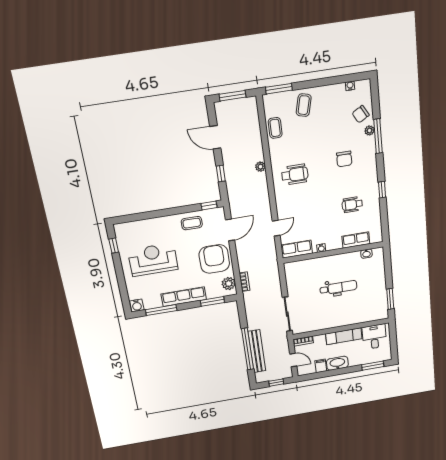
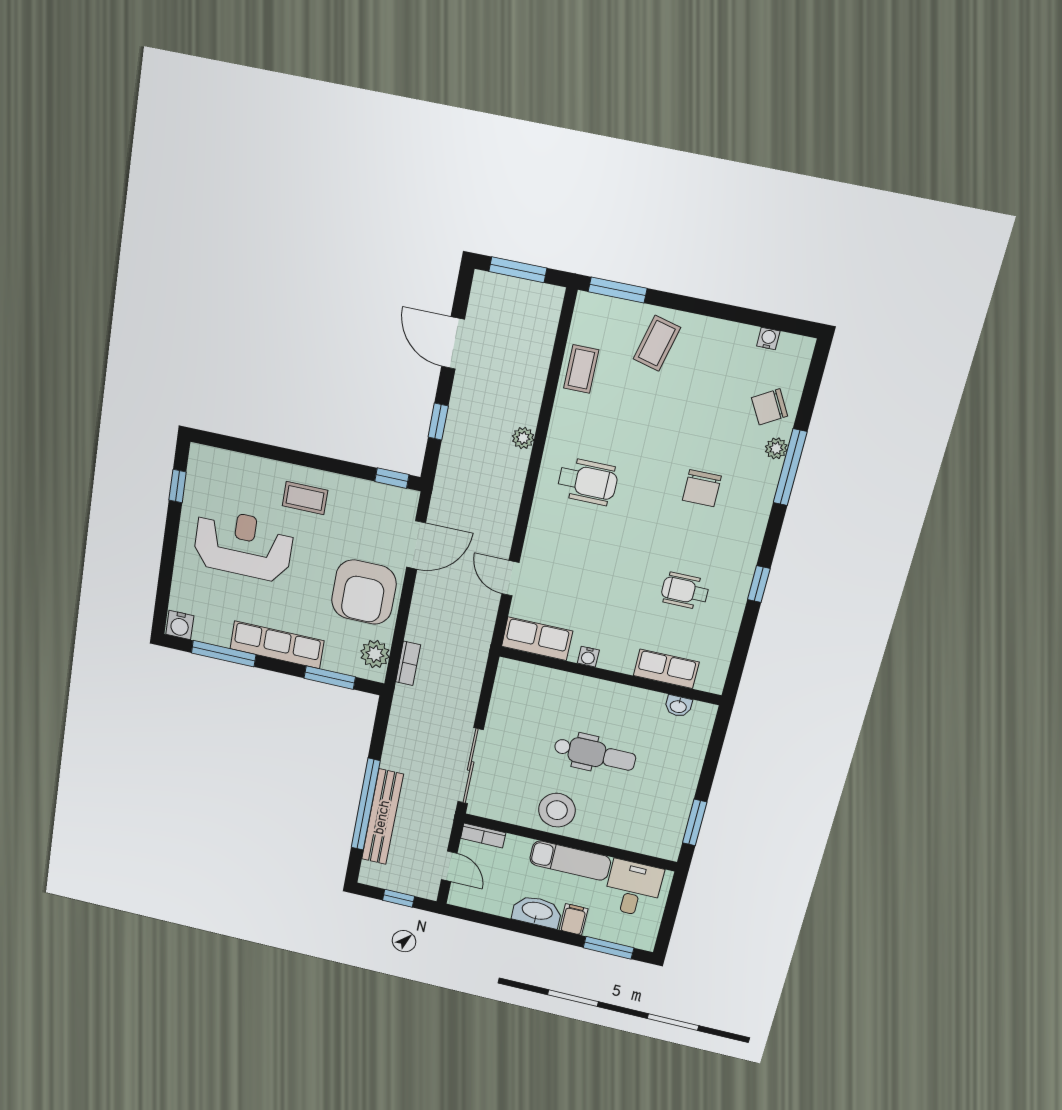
coffee table: (192, 223) -> (305, 498), moved
door: (276, 228) -> (510, 578), swing flipped
armchair: (214, 259) -> (364, 592), turned 180
stool: (331, 318) -> (557, 810), added
filing cabinet: (321, 366) -> (574, 919), moved

